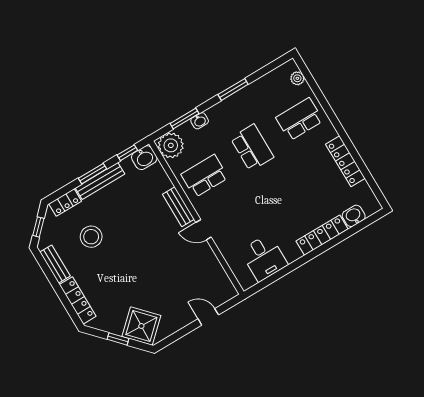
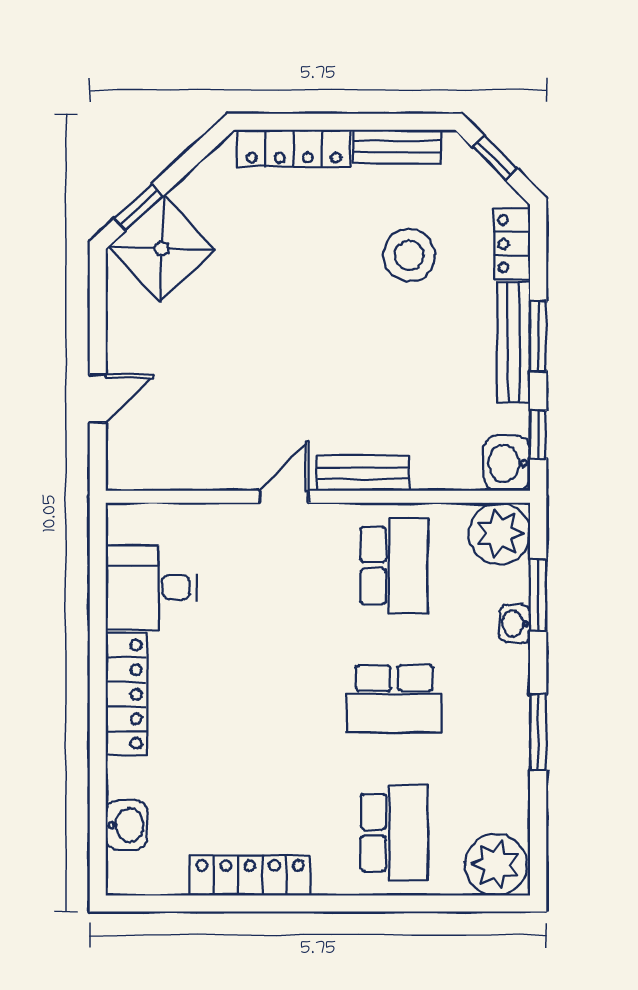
plant: (297, 78) -> (496, 865), width x1.88, depth x1.88
locker: (322, 235) -> (126, 694), moved
window: (118, 339) -> (139, 207), moved

